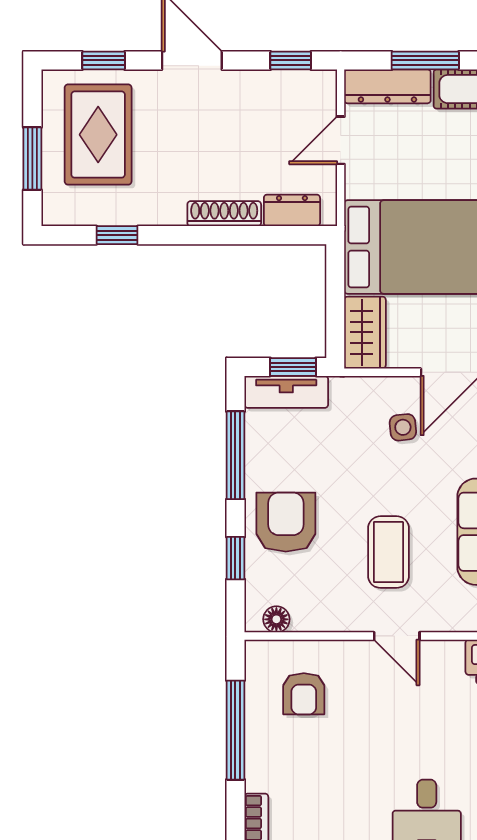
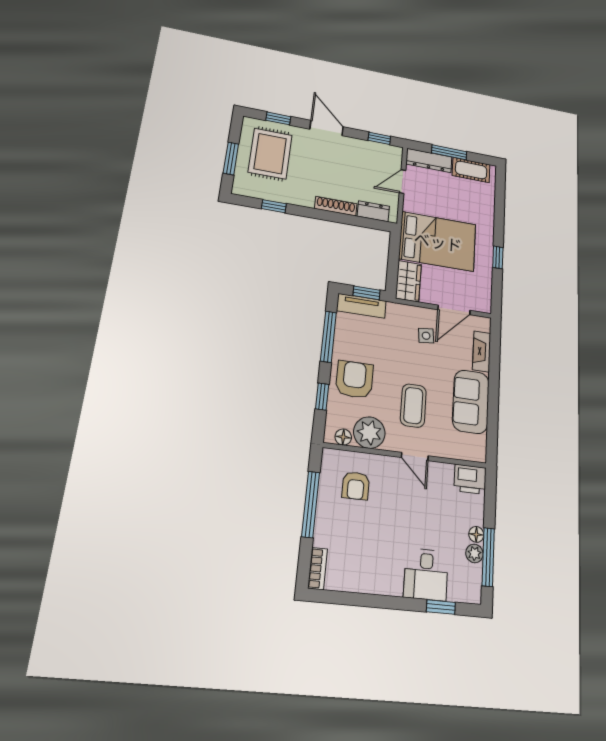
plant: (318, 607) -> (369, 433), added

